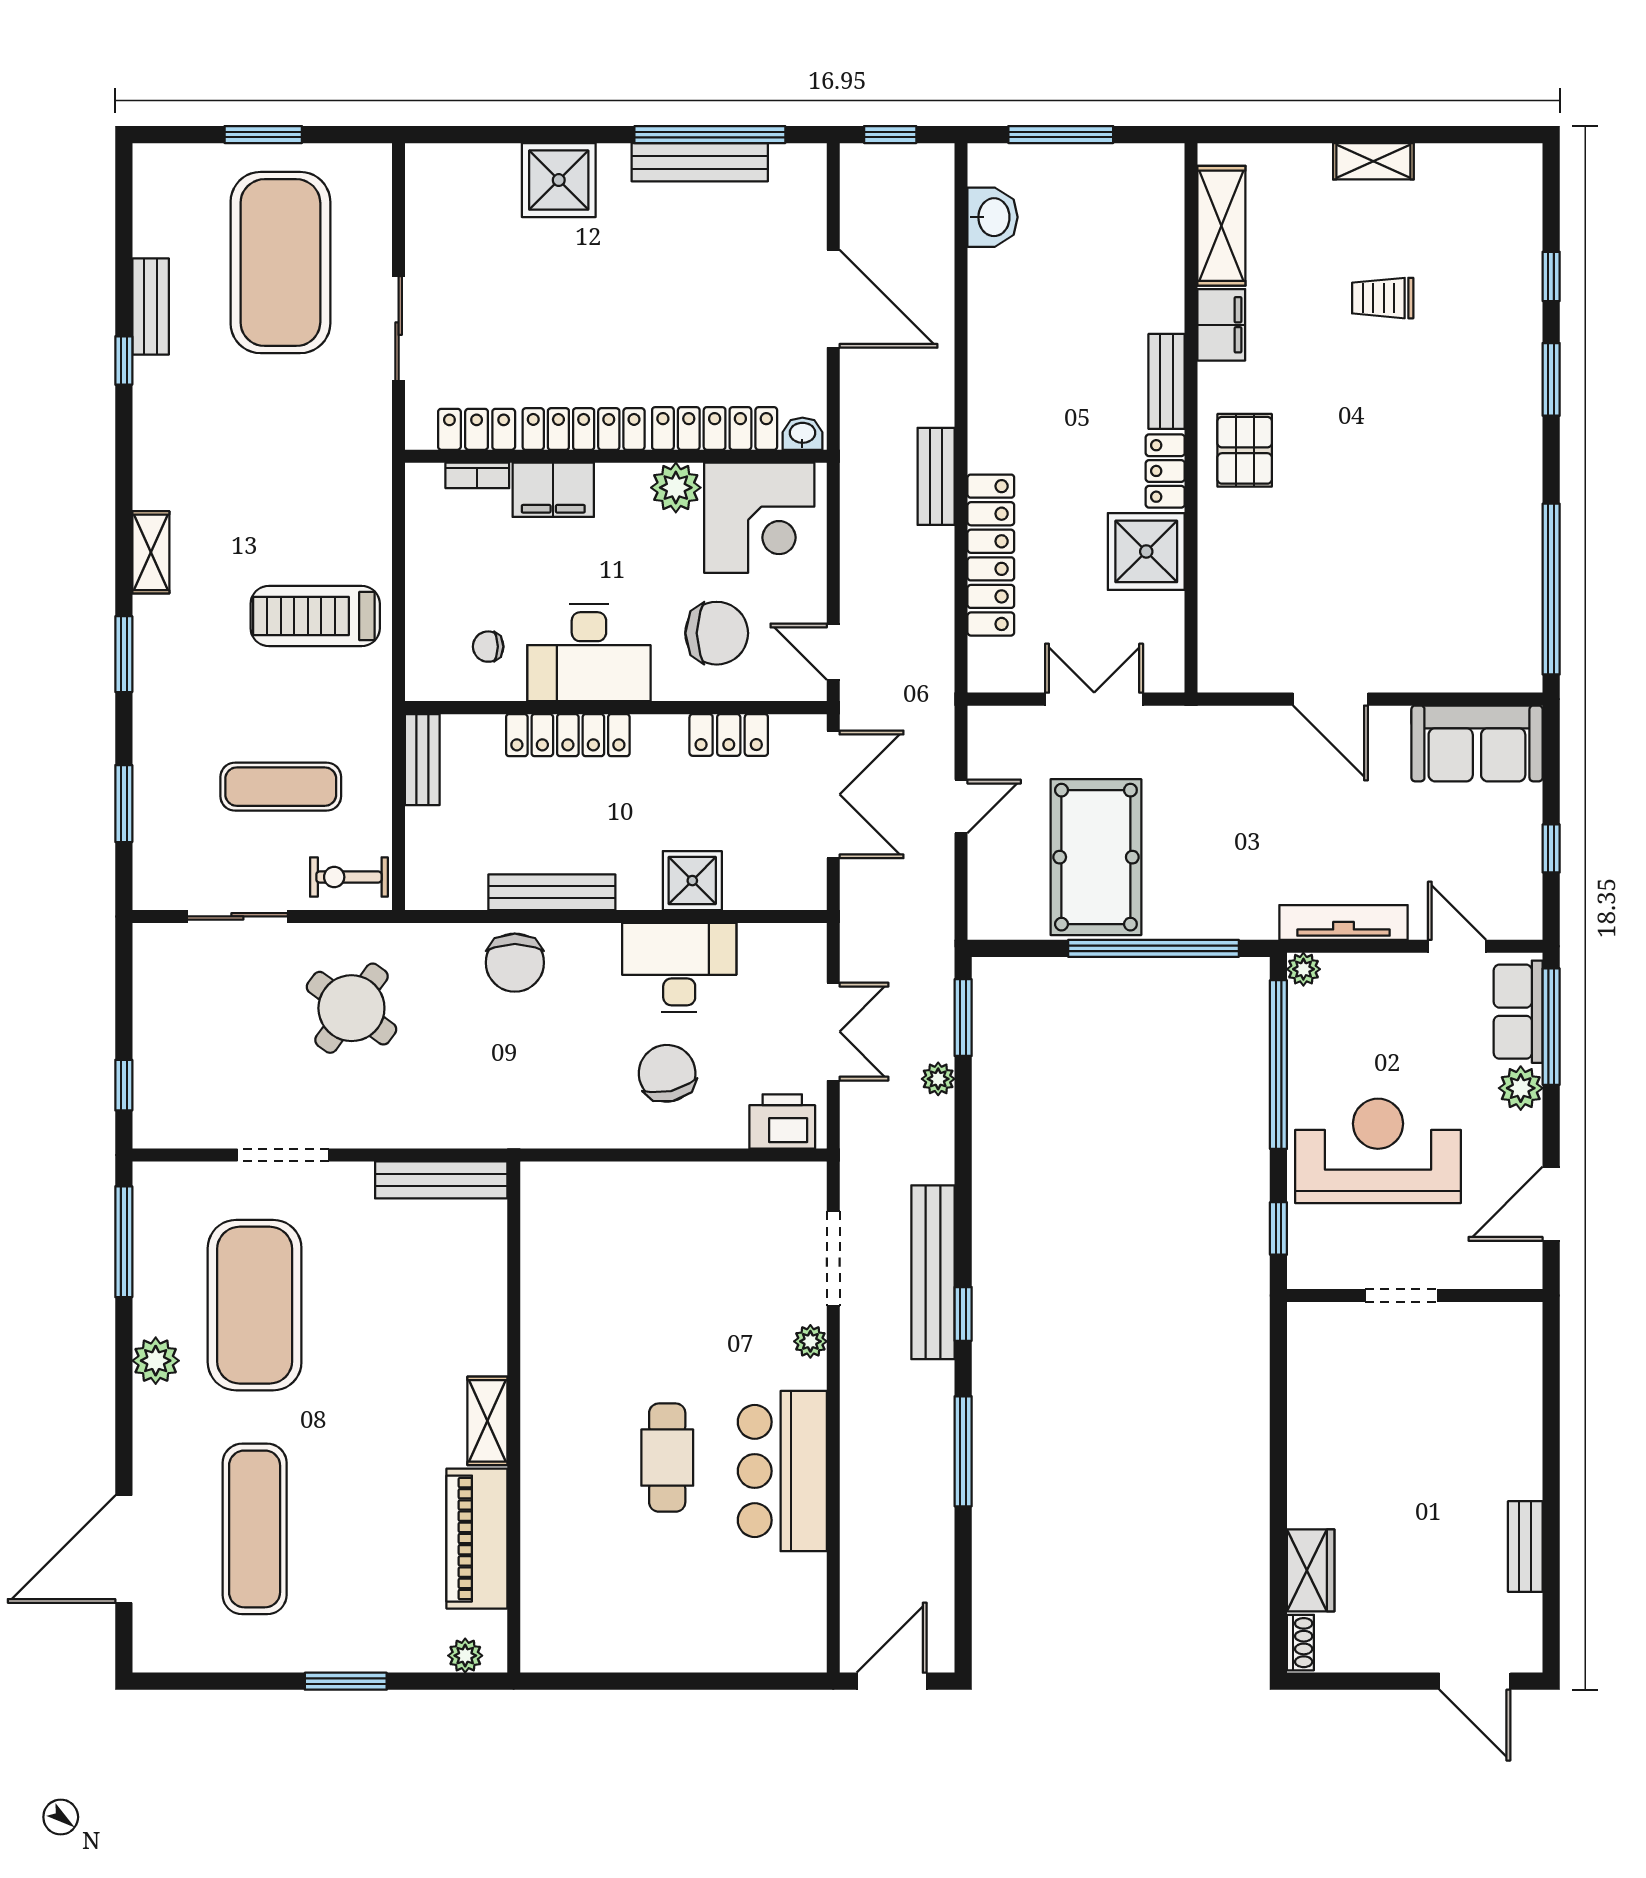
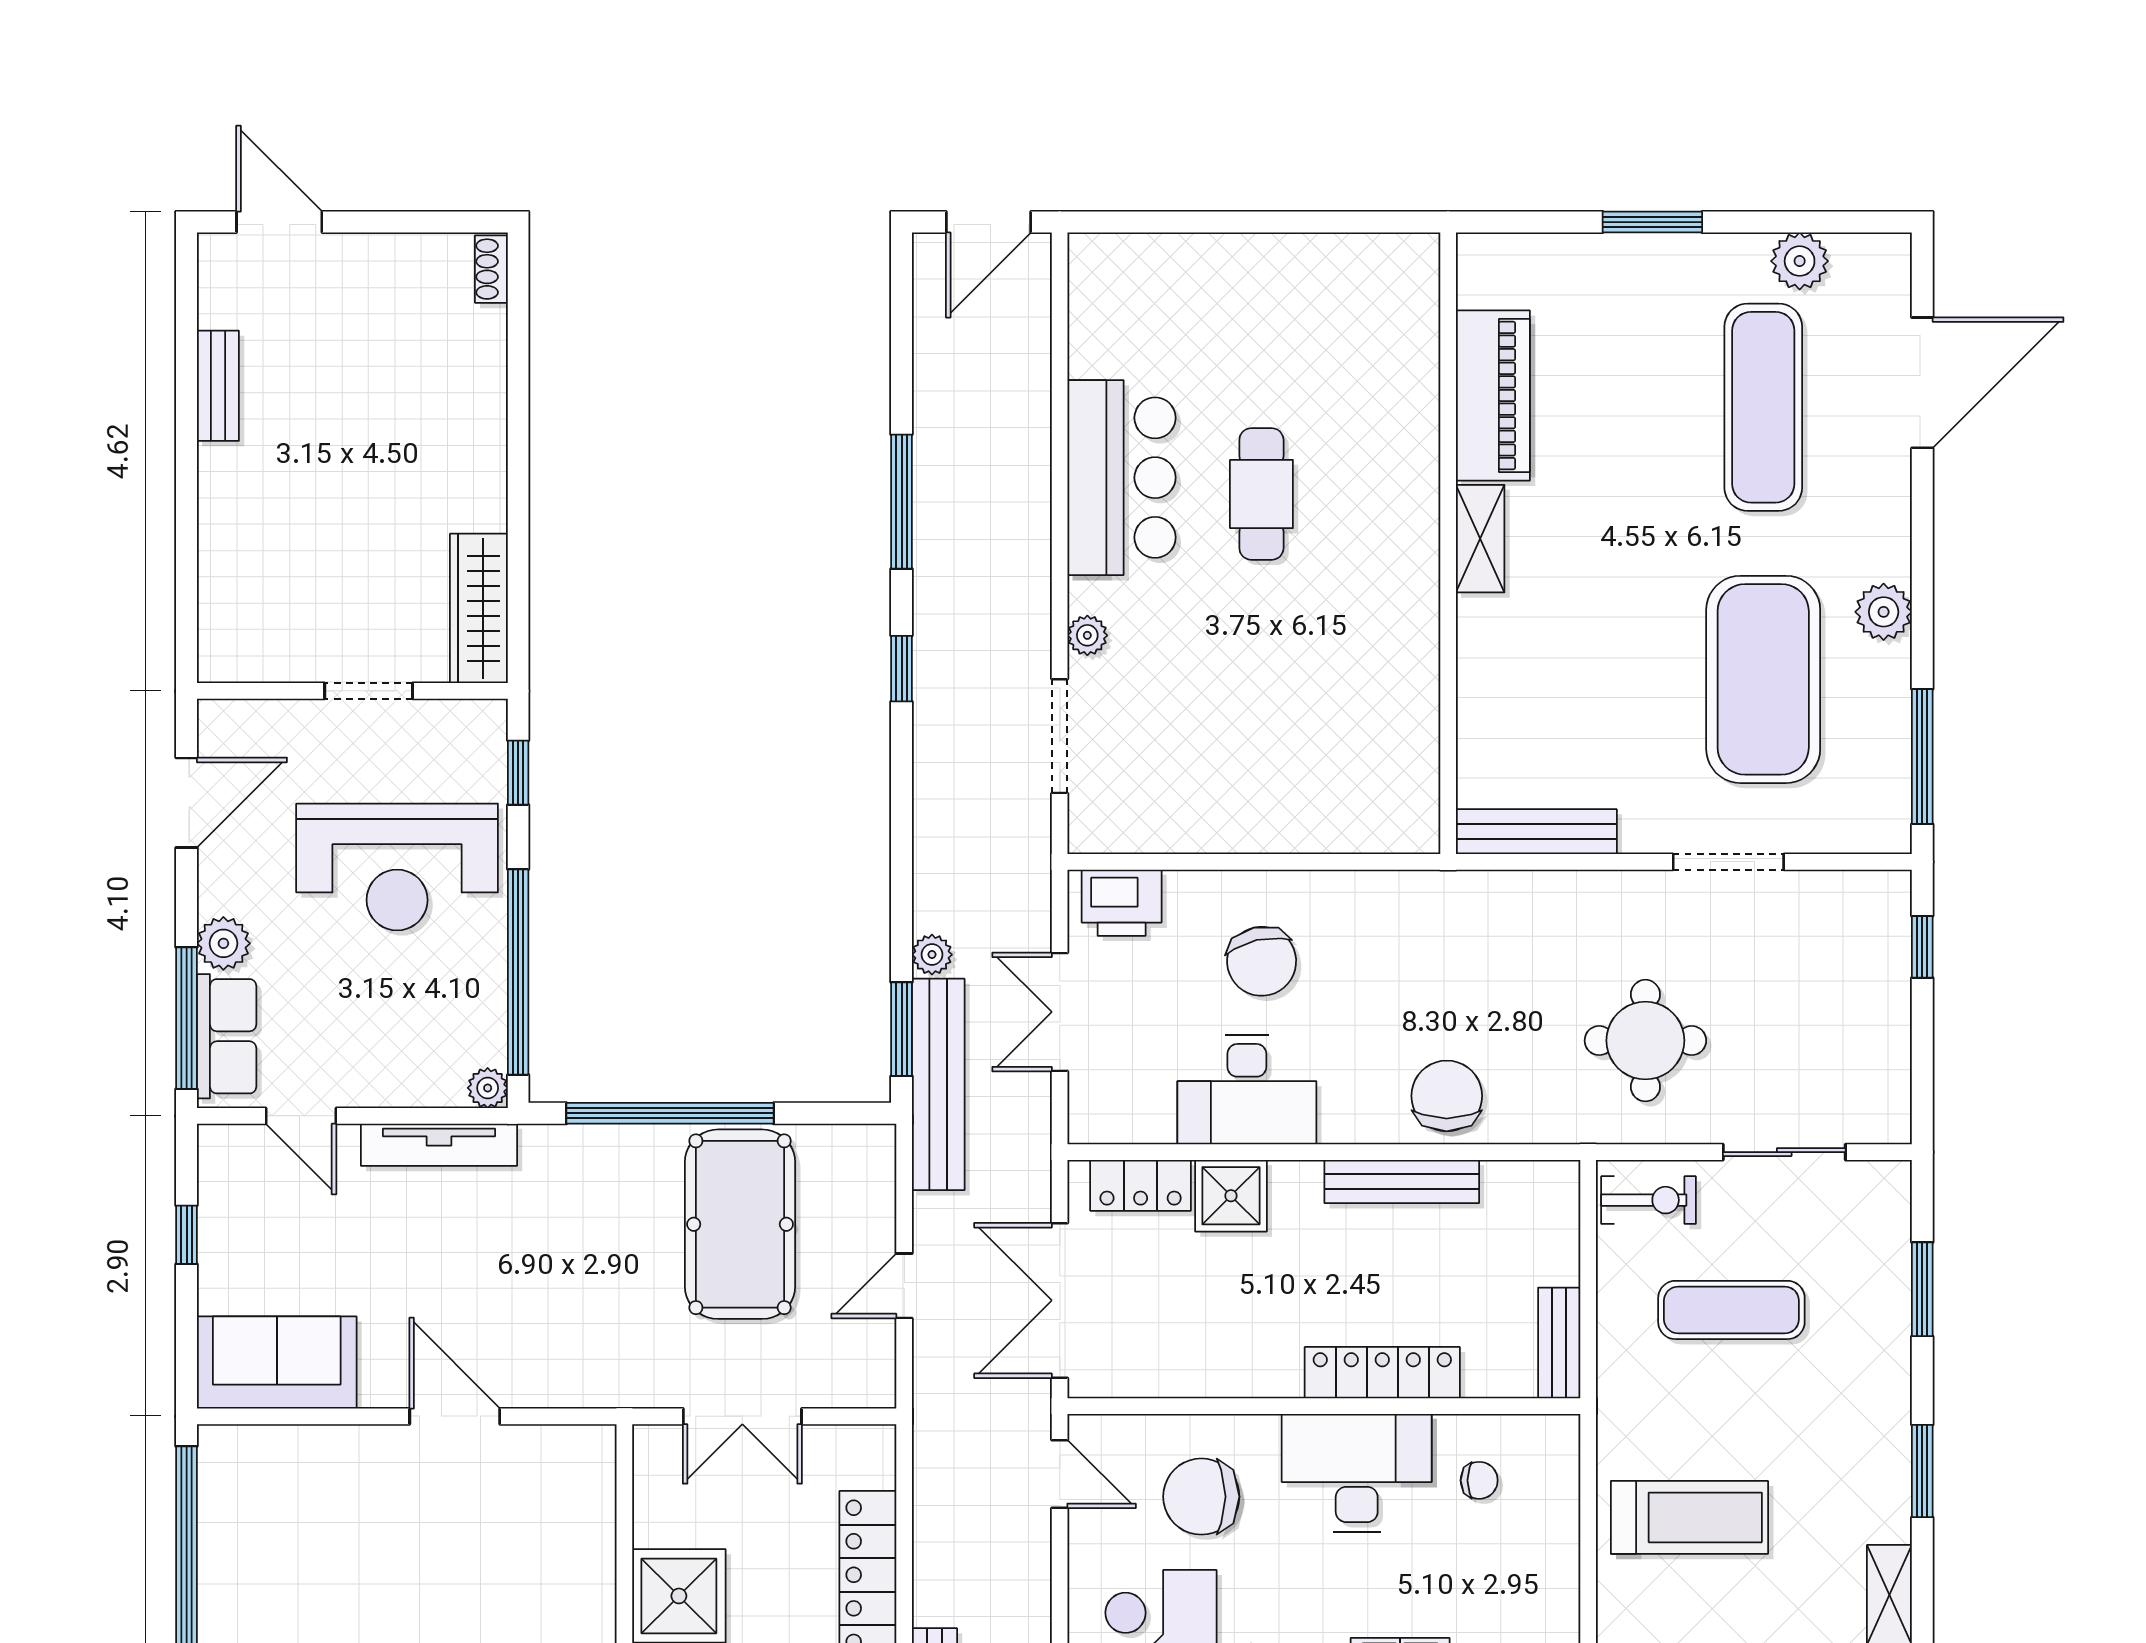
locker: (729, 735) -> (1141, 1185), moved, turned 180
round table: (351, 1008) -> (1645, 1041), turned -36
bench: (933, 1272) -> (938, 1084), moved
wardrobe: (1311, 1570) -> (479, 608), moved, width x1.50
plant: (465, 1656) -> (1800, 261), moved, width x1.38, depth x1.38

